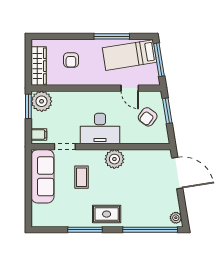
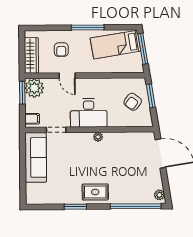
window: (112, 36) -> (88, 28), moved
door: (130, 88) -> (67, 76), moved
plant: (114, 159) -> (98, 137), width x0.53, depth x0.53
coffee table: (81, 177) -> (72, 158), removed
window: (85, 230) -> (75, 207), width x0.69

